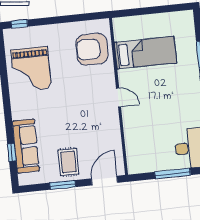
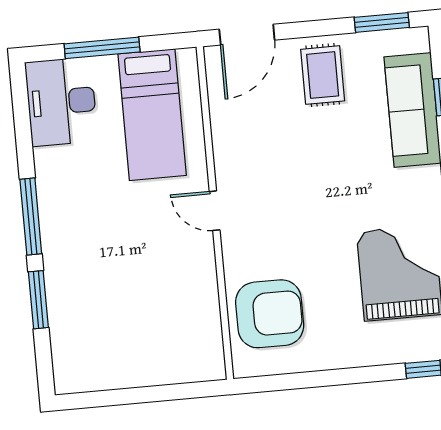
bed: (146, 53) -> (152, 115), moved, turned -90
window: (63, 185) -> (382, 22), moved

